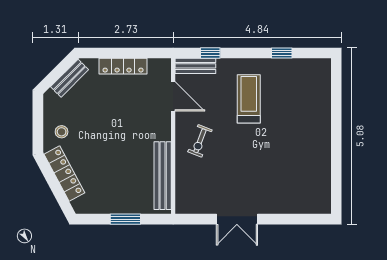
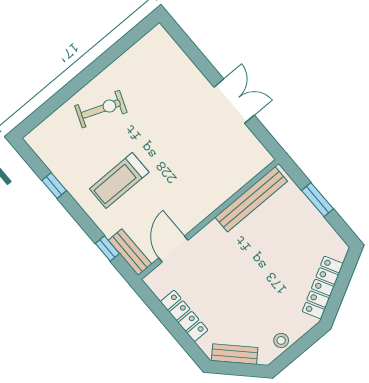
stool: (62, 132) -> (281, 340), moved
exercise bike: (200, 141) -> (101, 109), moved, width x1.38, depth x1.39

